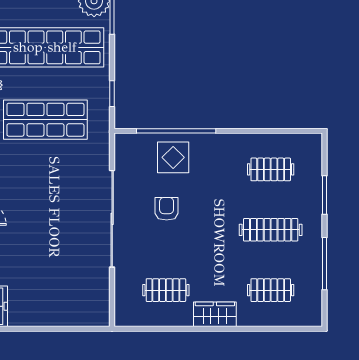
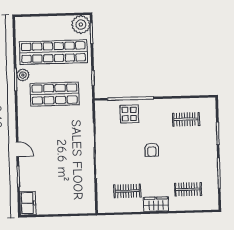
armchair: (167, 209) -> (152, 150), moved, turned 180
clothes rail: (271, 230) -> (187, 154), removed

